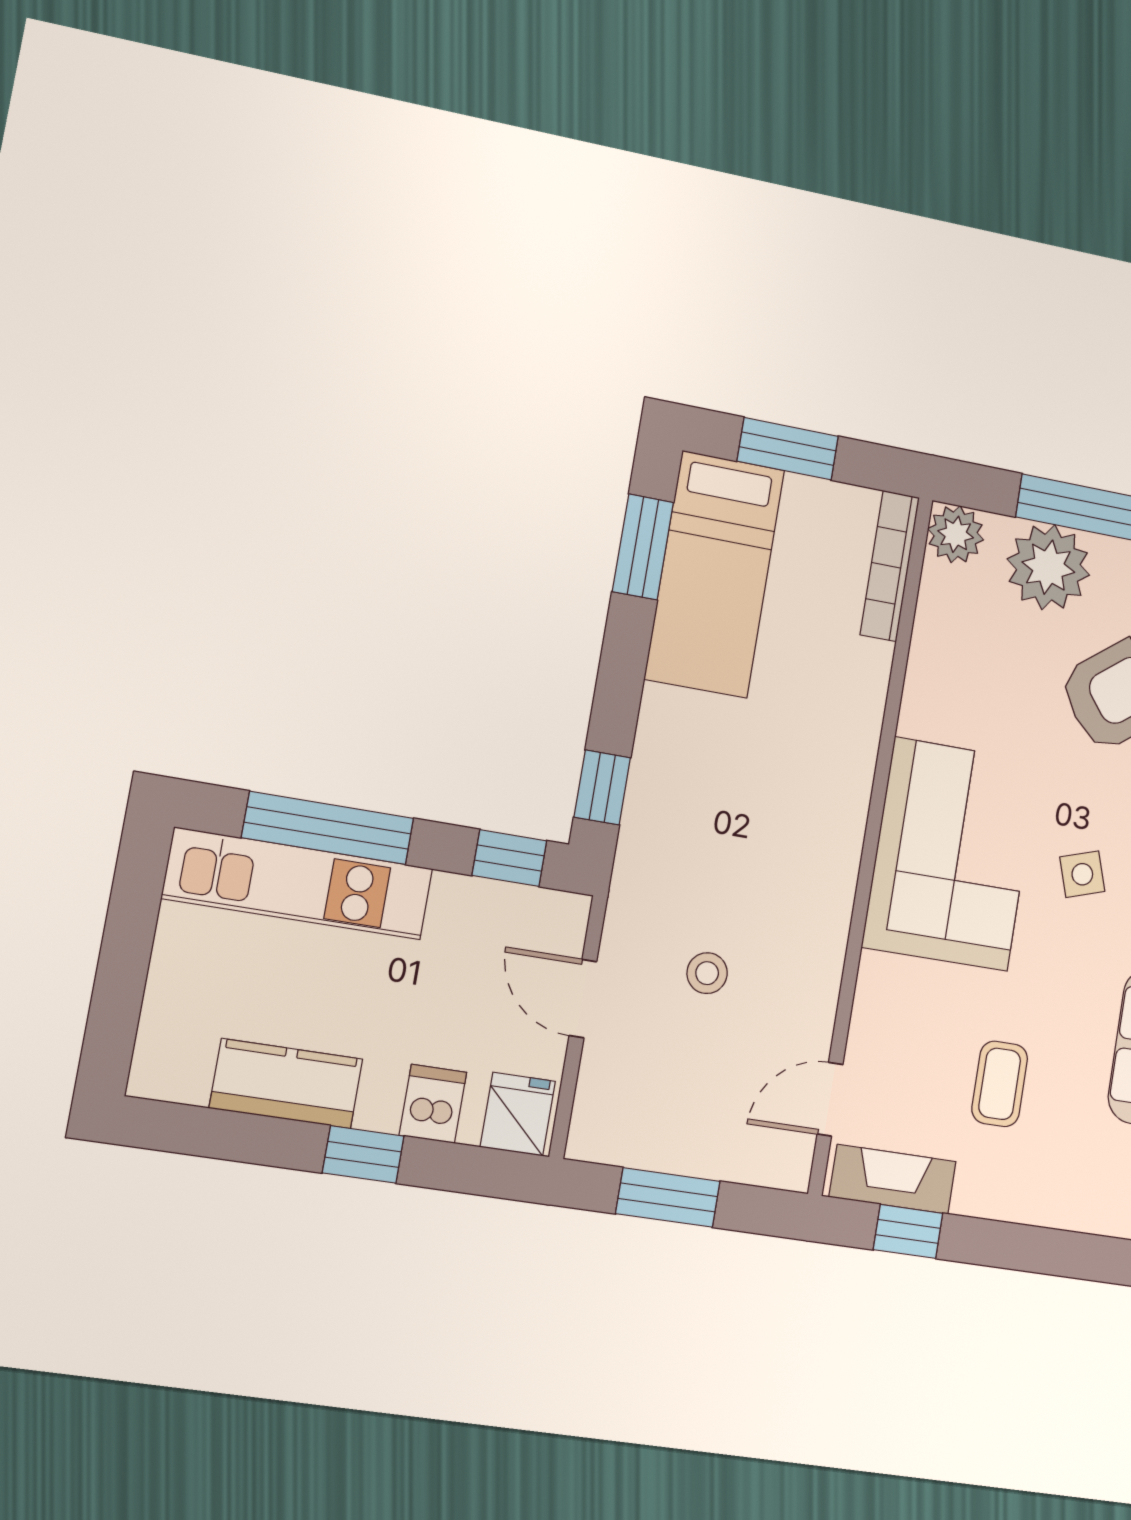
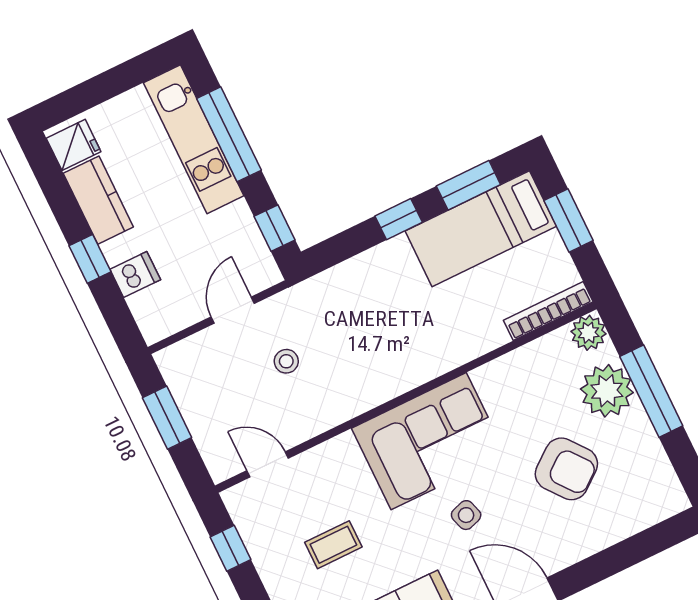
window: (602, 787) -> (399, 219), moved
fridge: (518, 1114) -> (74, 145), moved
fireplace: (893, 1179) -> (250, 523), removed

